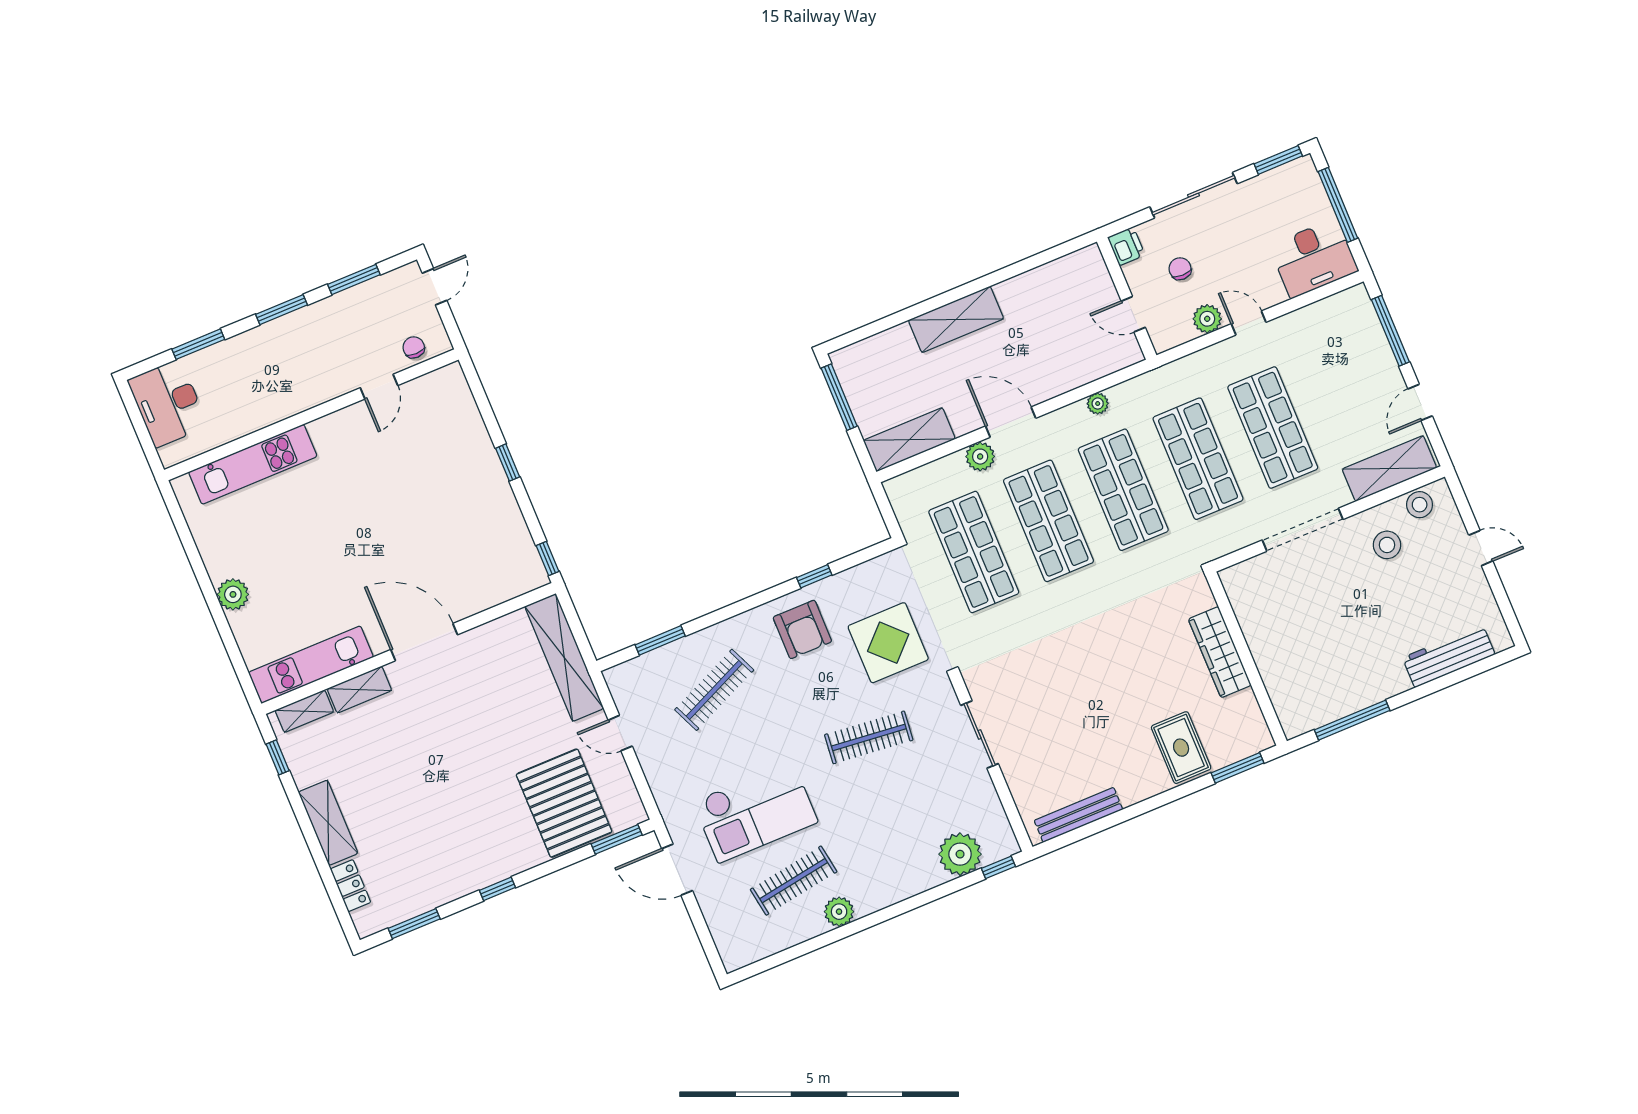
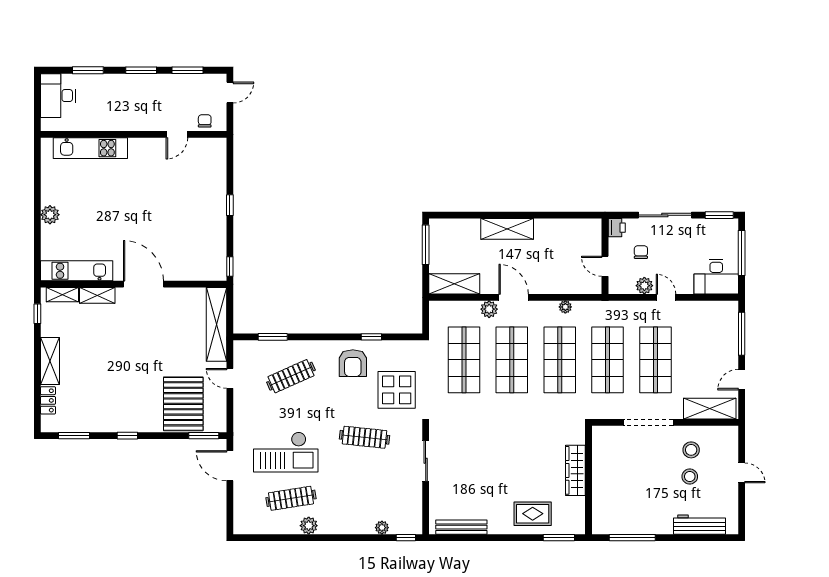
stool: (1420, 505) -> (690, 477), moved
rug: (1181, 748) -> (533, 514), turned 90
plant: (960, 854) -> (382, 528), width x0.53, depth x0.53

